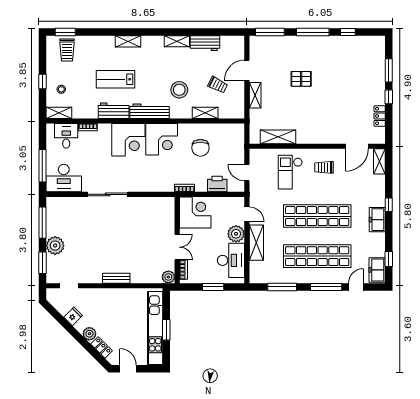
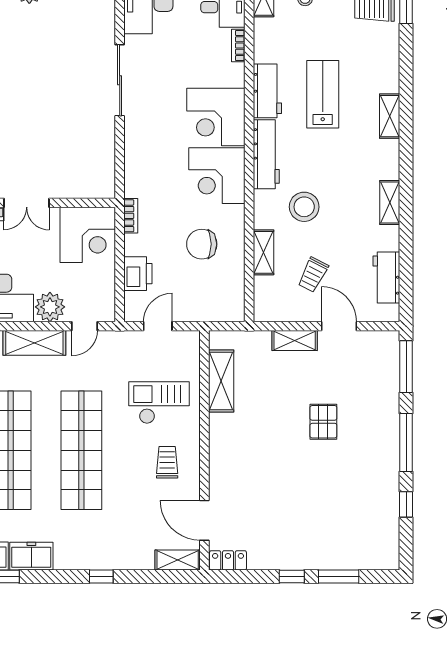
workbench: (205, 43) -> (386, 278), moved
locker: (380, 116) -> (228, 560), moved
freezer: (377, 220) -> (31, 556), moved

